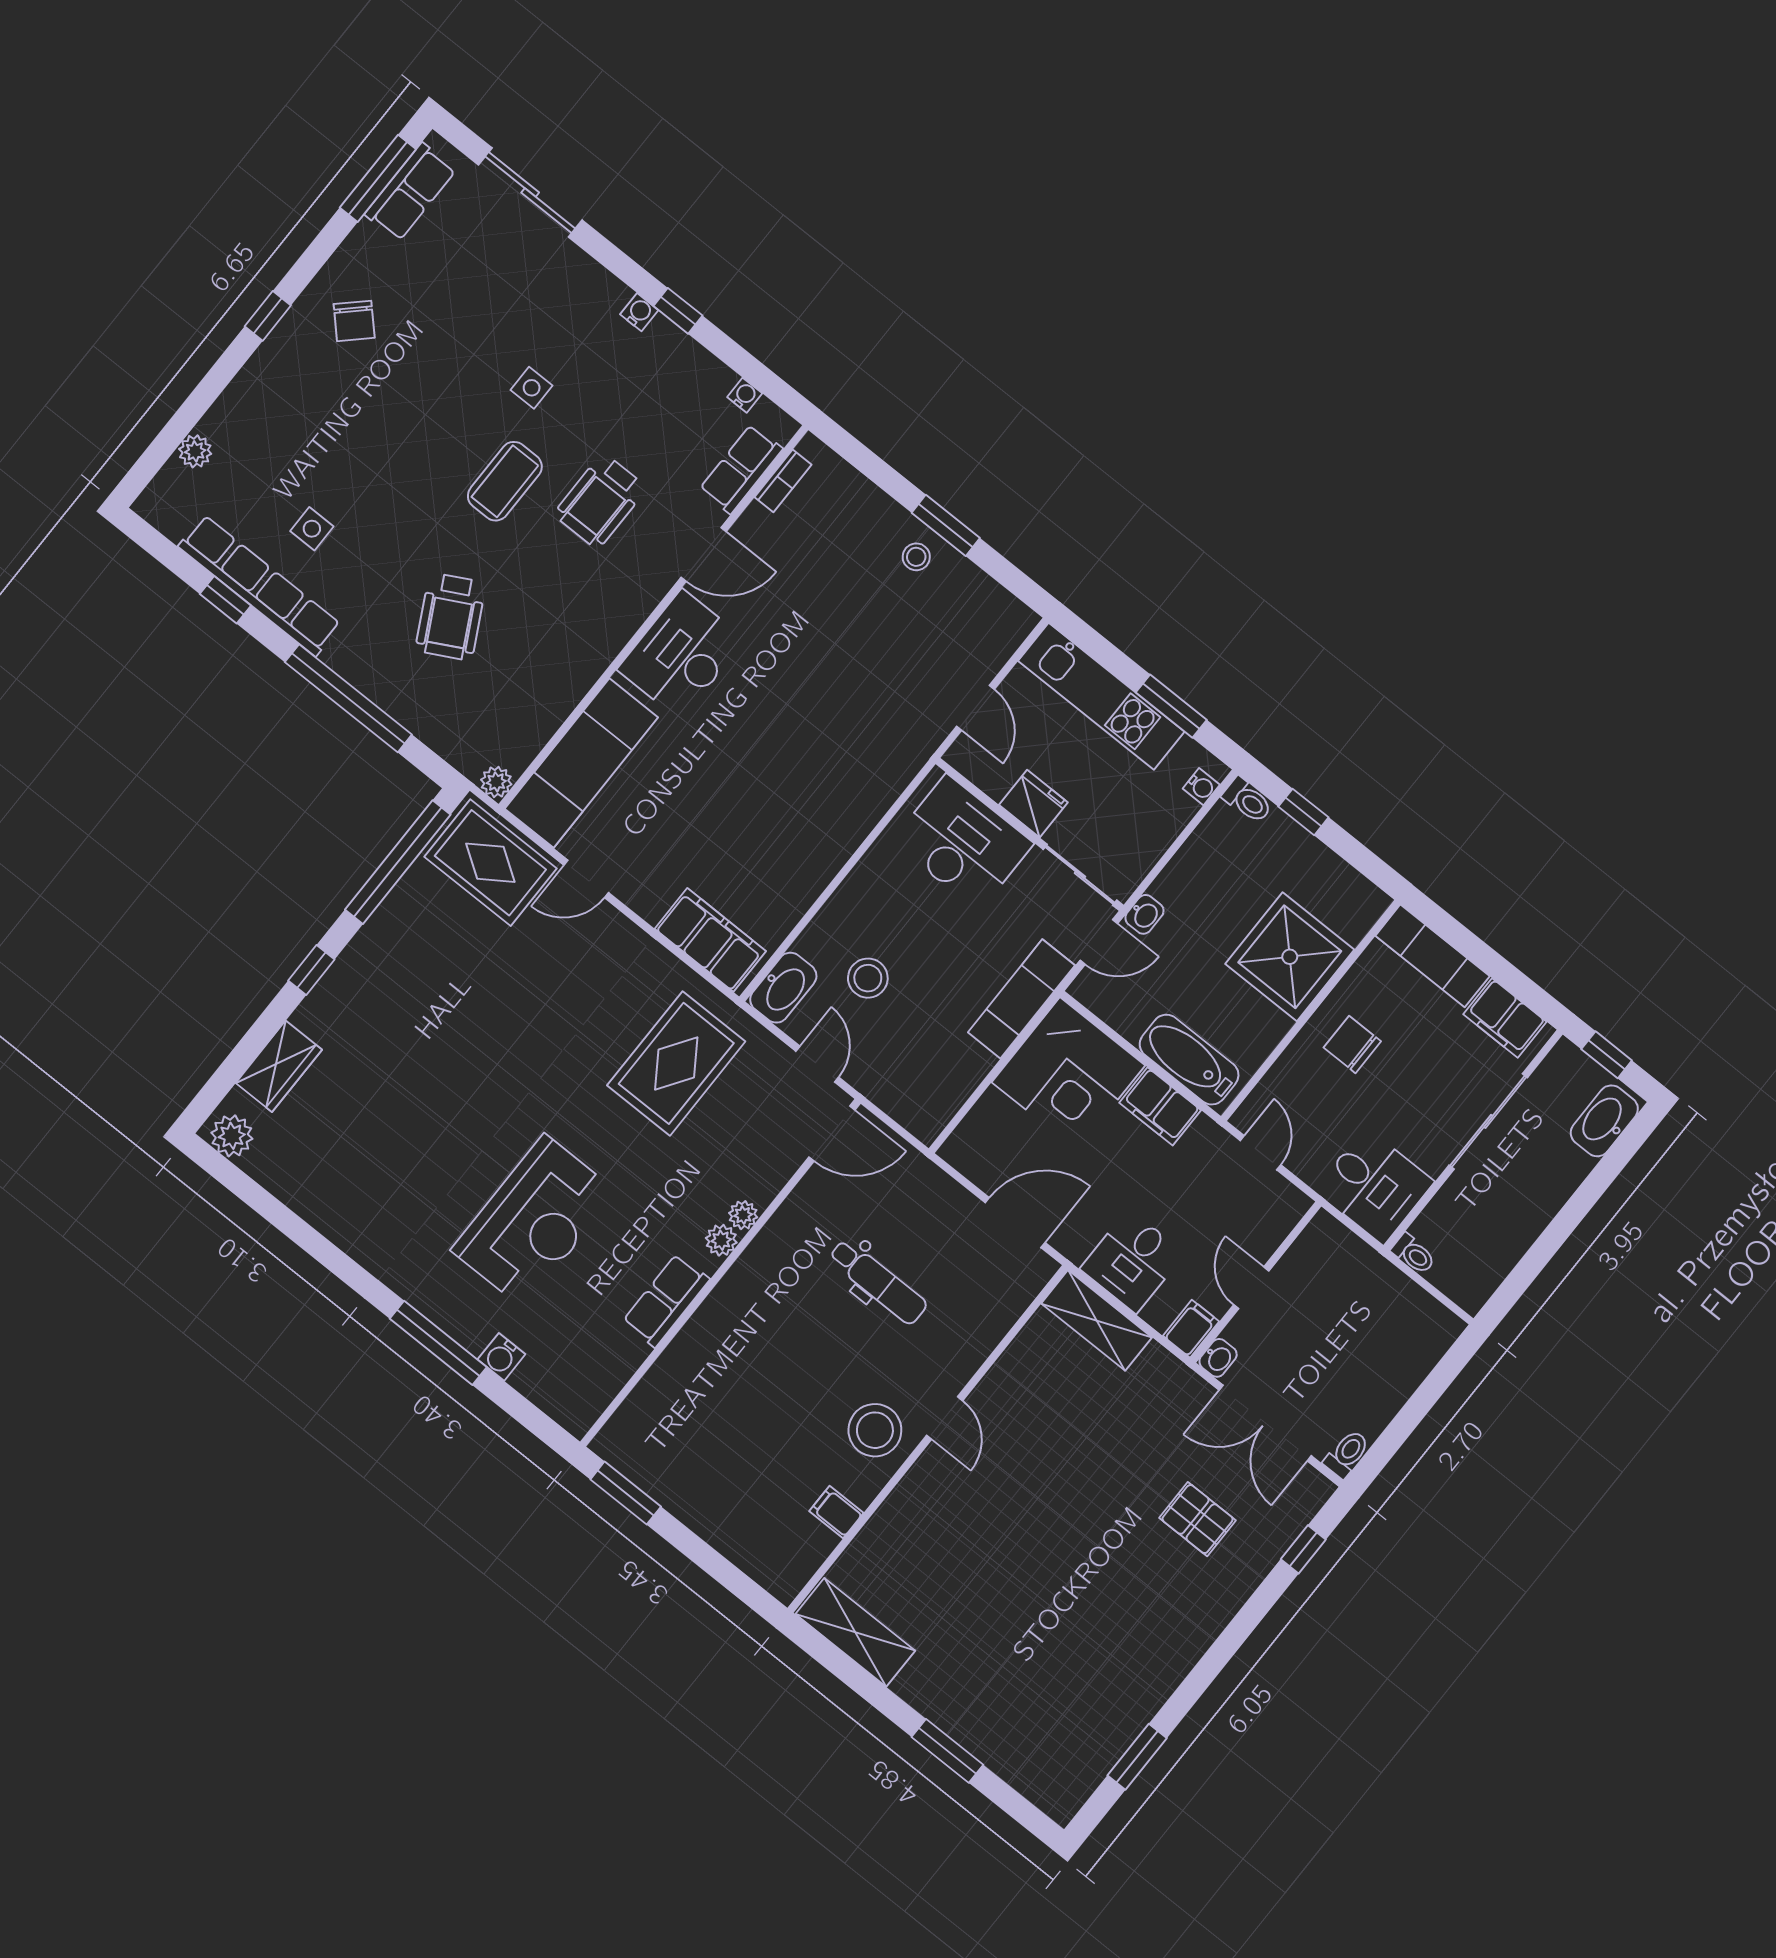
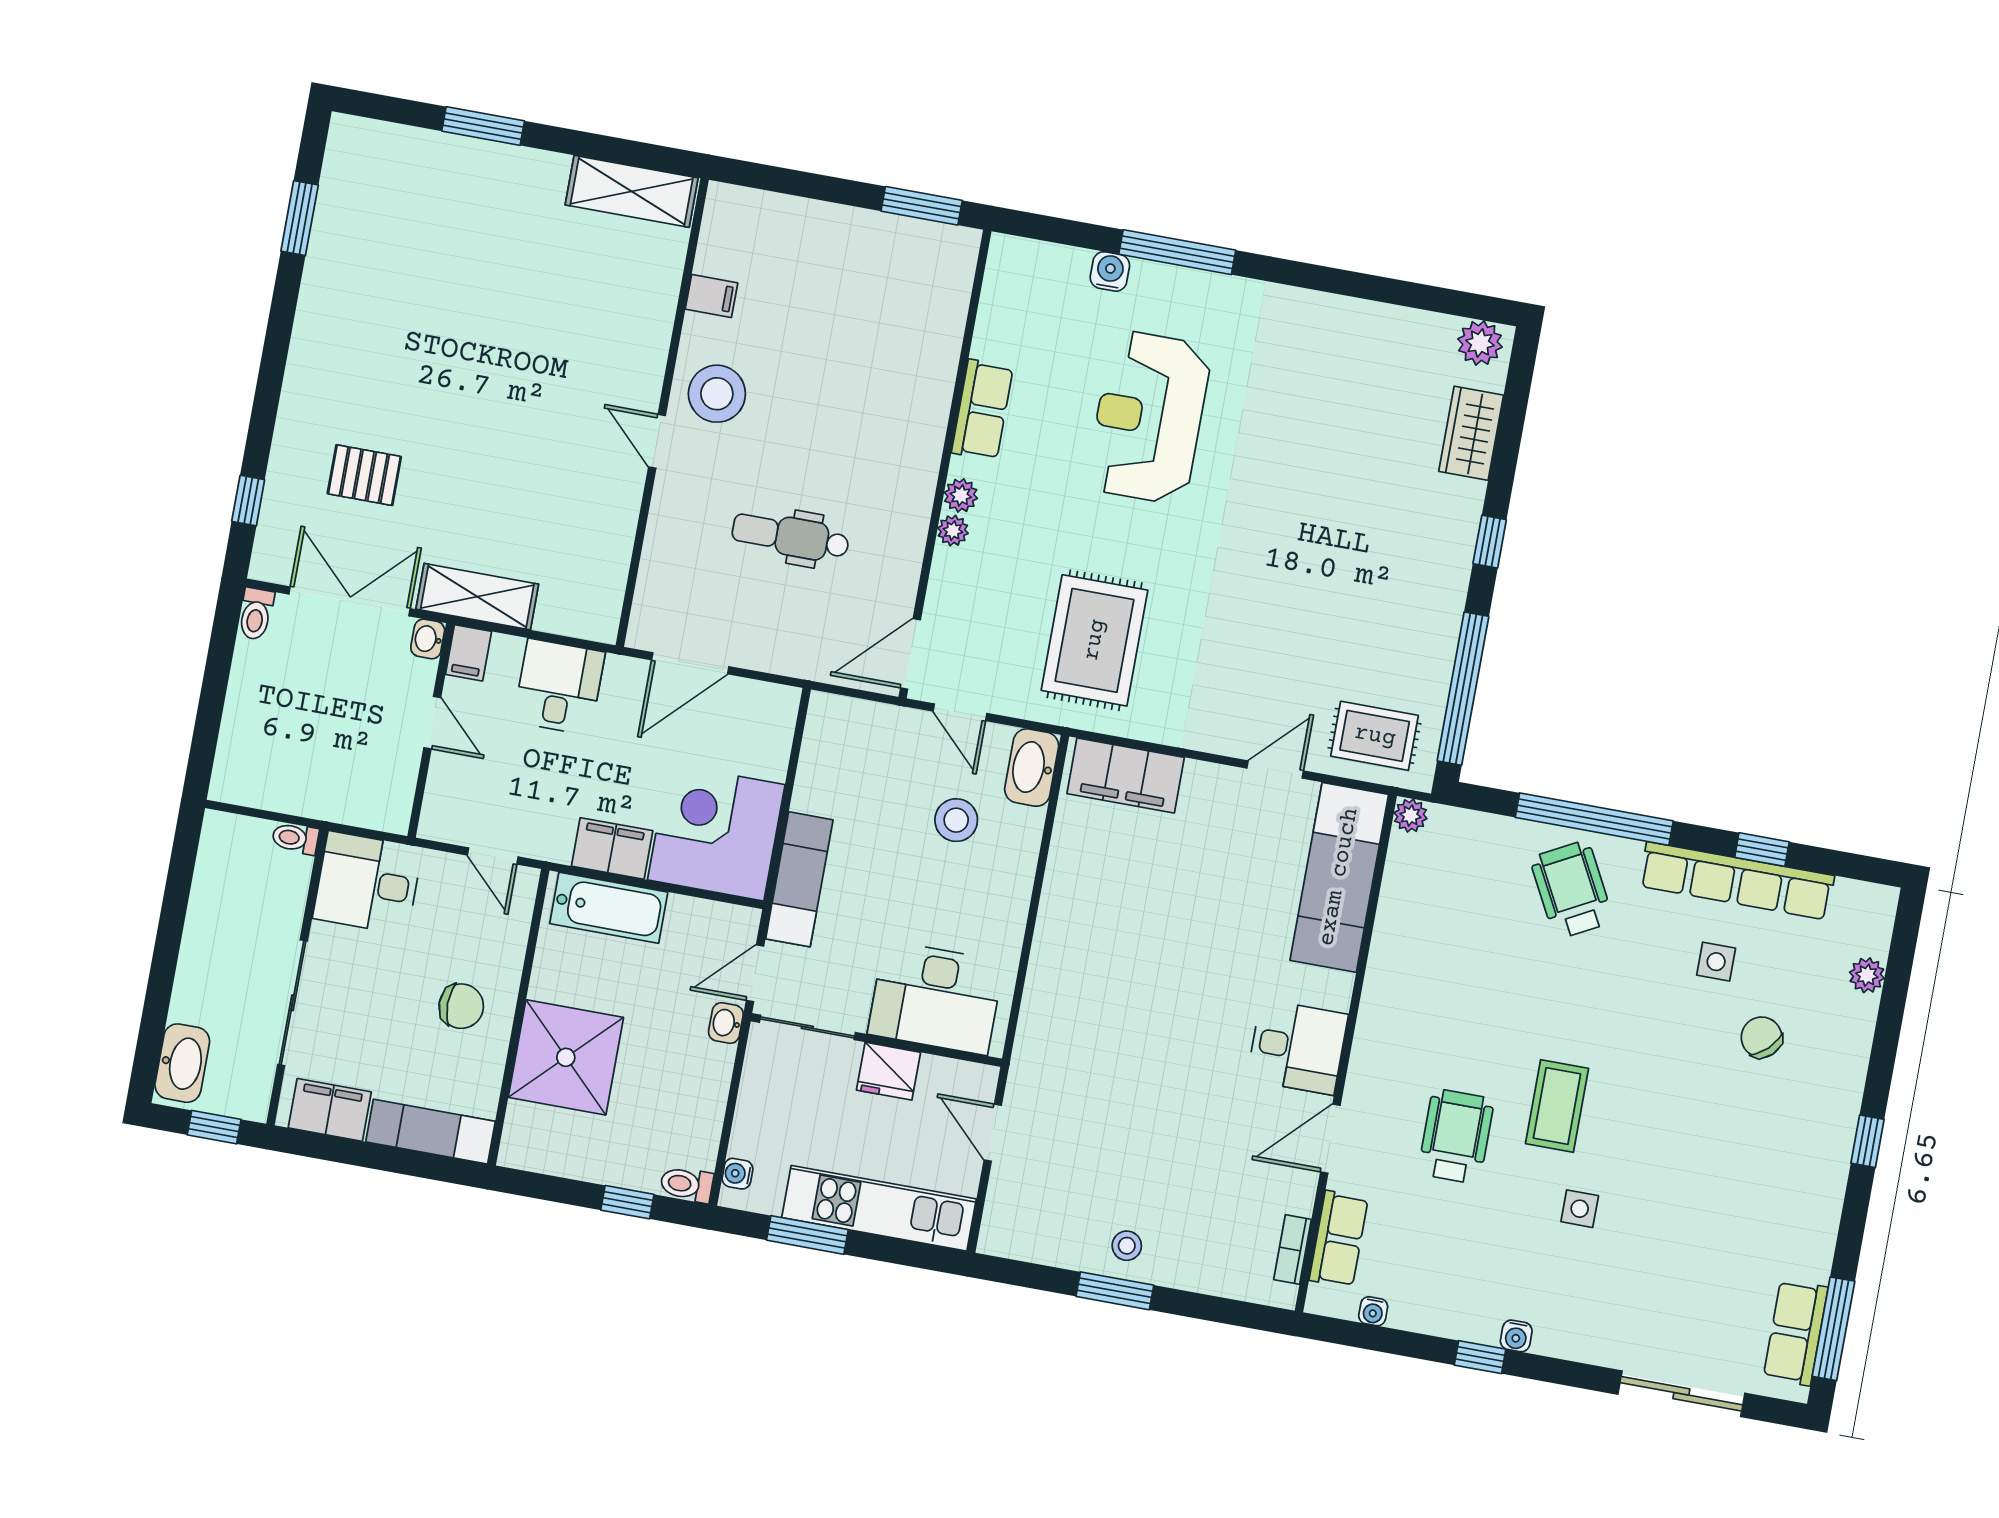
chair: (354, 321) -> (1762, 1037), moved
wheelchair: (451, 617) -> (1572, 890), moved
desk: (681, 655) -> (1297, 1047), width x0.73
rug: (490, 863) -> (1375, 736), width x0.73, depth x0.70
shelving: (1097, 1320) -> (477, 597), moved

